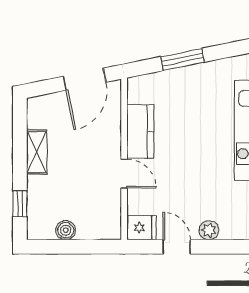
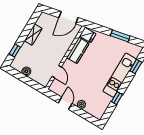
window: (182, 59) -> (120, 36), moved
door: (124, 174) -> (57, 72), moved
fridge: (142, 228) -> (88, 35), moved

